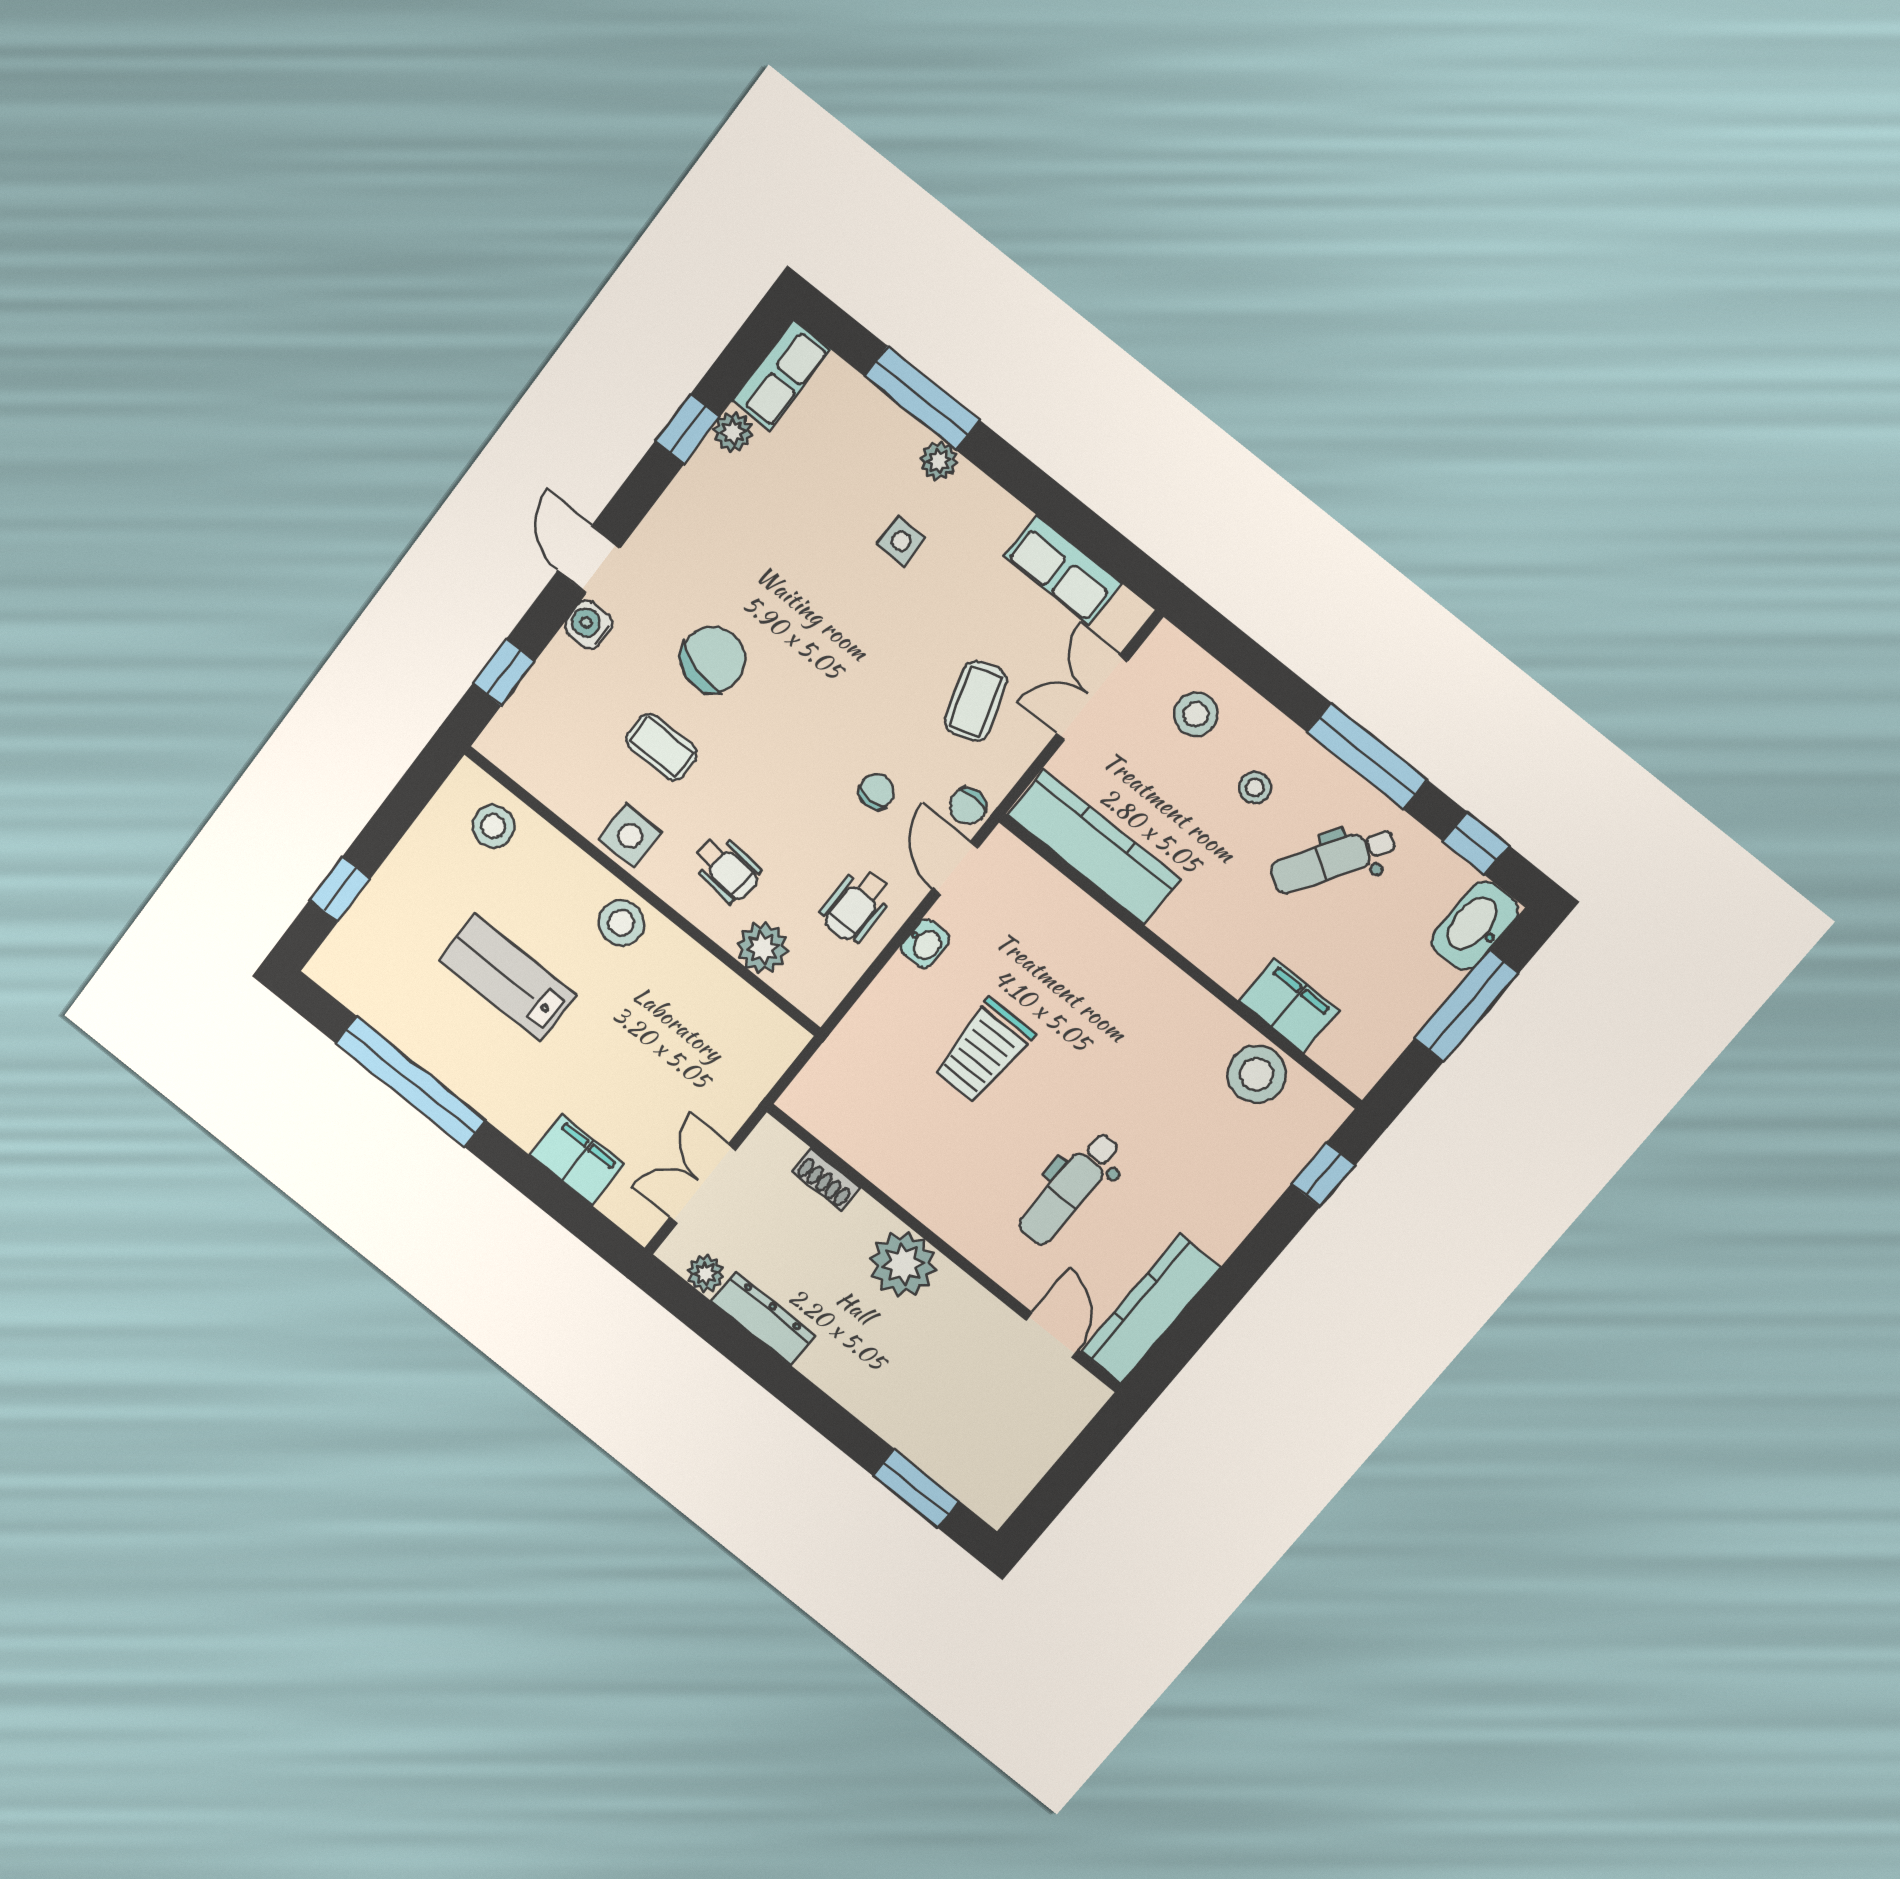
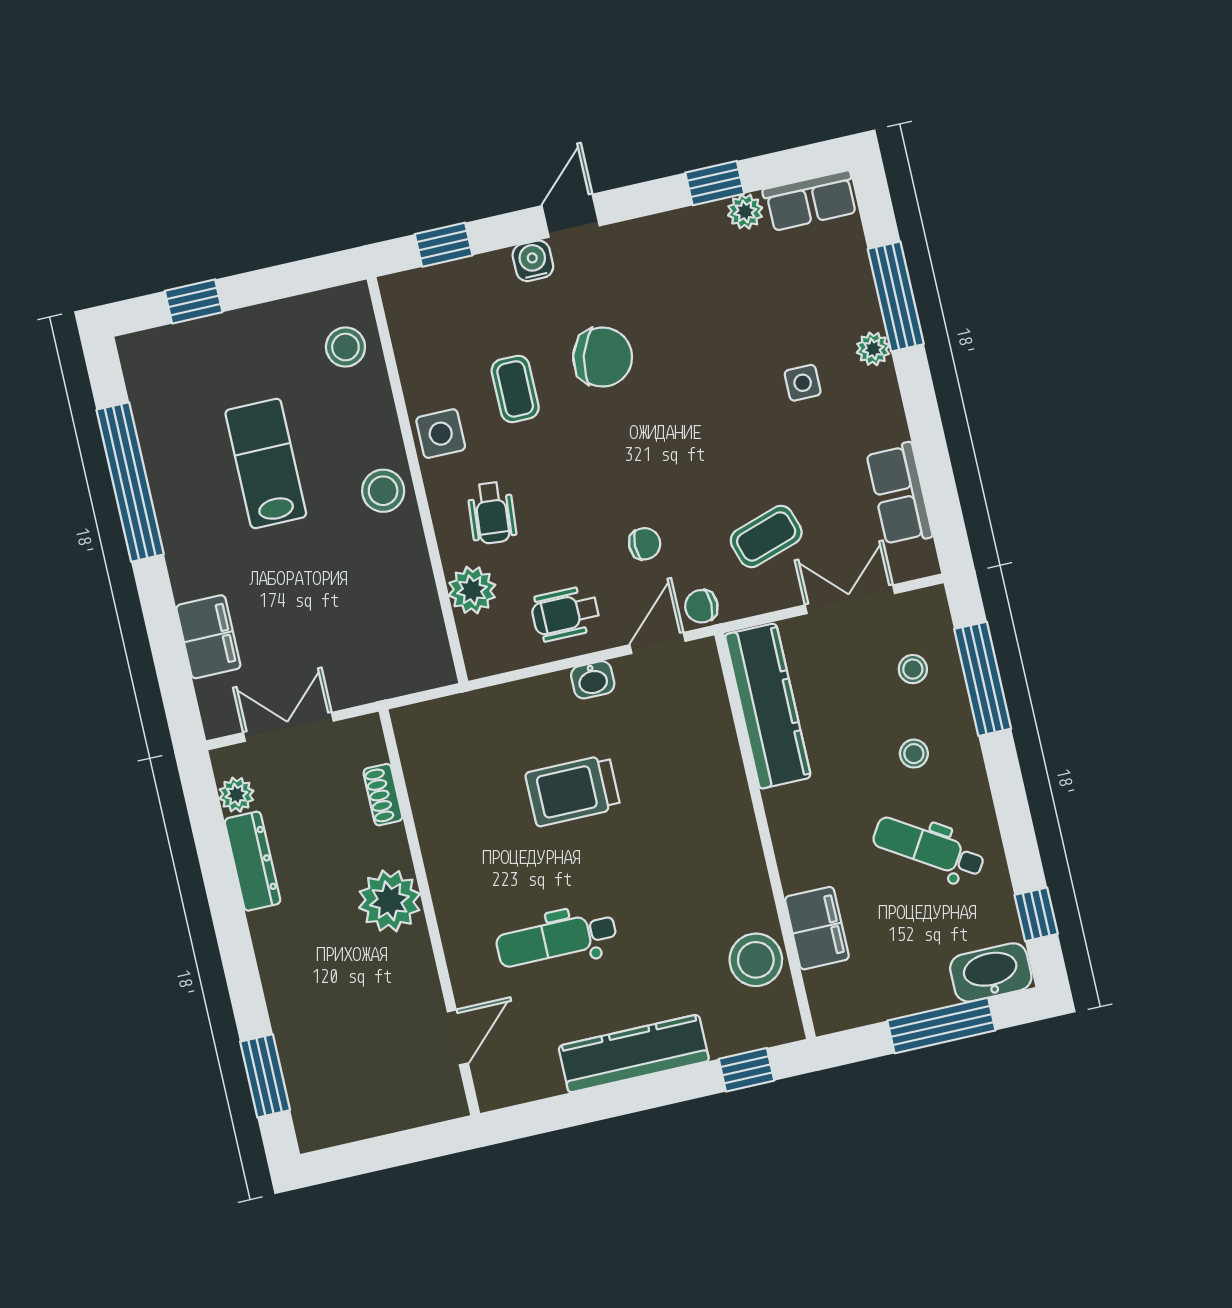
stool: (1196, 714) -> (913, 669), width x0.73, depth x0.73
window: (1367, 756) -> (983, 679), moved
kitchen counter: (1151, 1309) -> (634, 1053), moved

